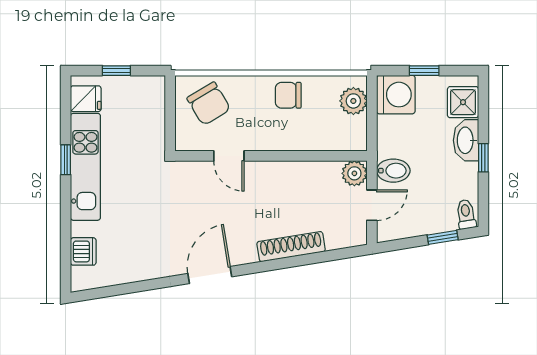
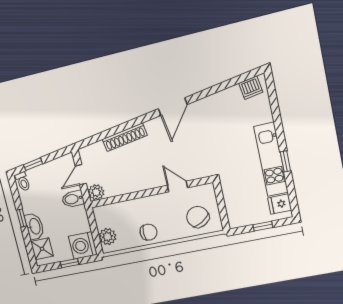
dishwasher: (83, 251) -> (251, 88), moved, turned -99

